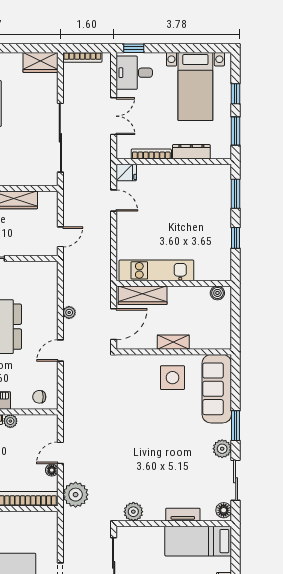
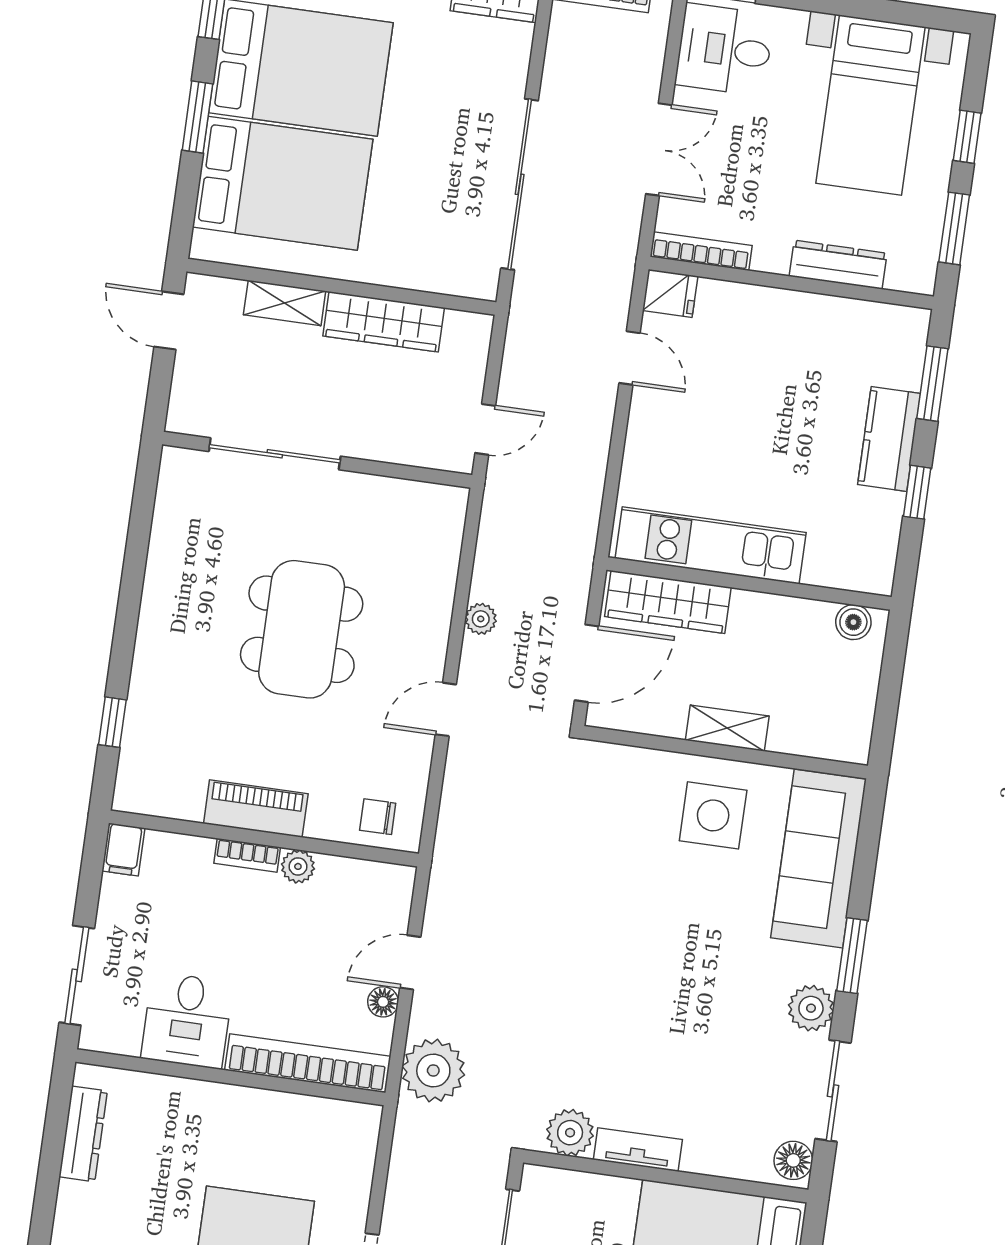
bookcase: (151, 154) -> (701, 251), moved
kitchen counter: (221, 218) -> (889, 439), added
tv unit: (183, 515) -> (638, 1150), moved

